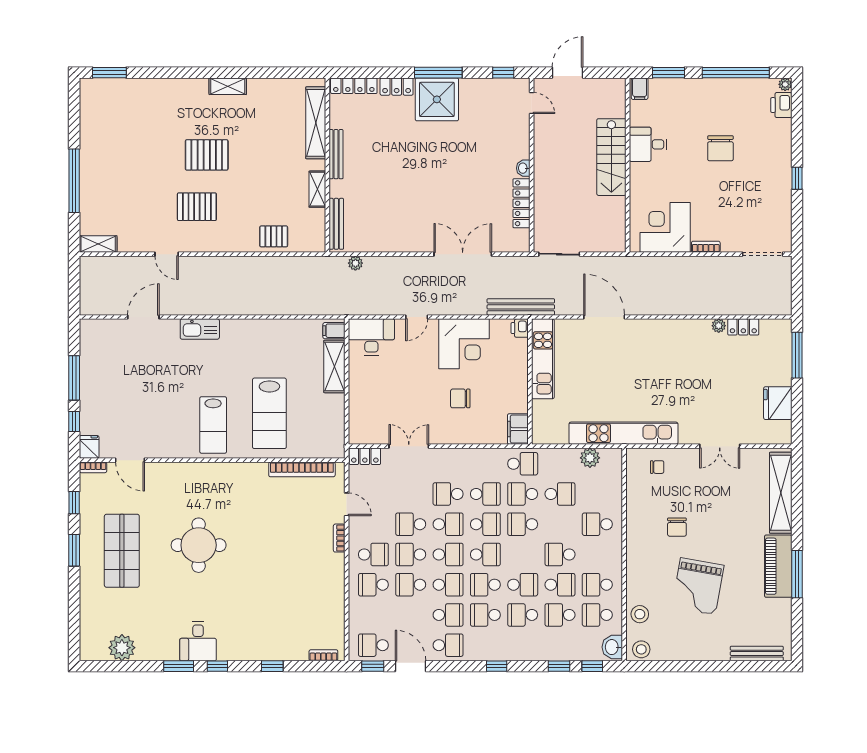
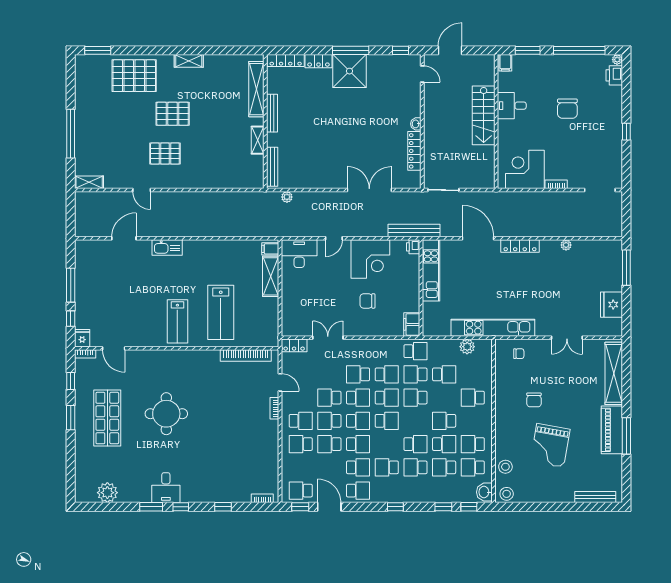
pallet: (274, 236) -> (134, 76), moved, width x2.05, depth x2.00
locker: (743, 327) -> (520, 246), moved, width x1.53
school desk: (485, 585) -> (387, 444), removed

